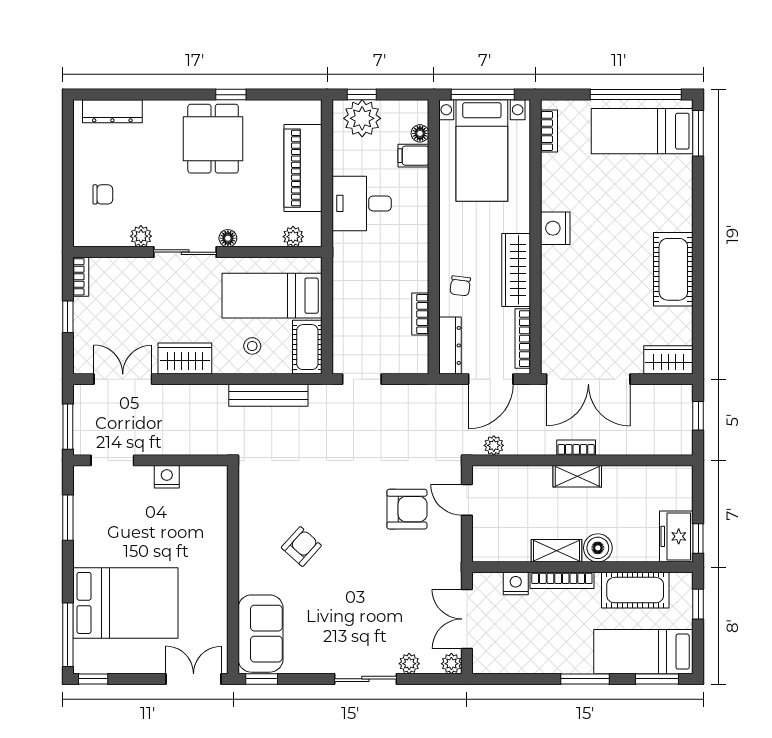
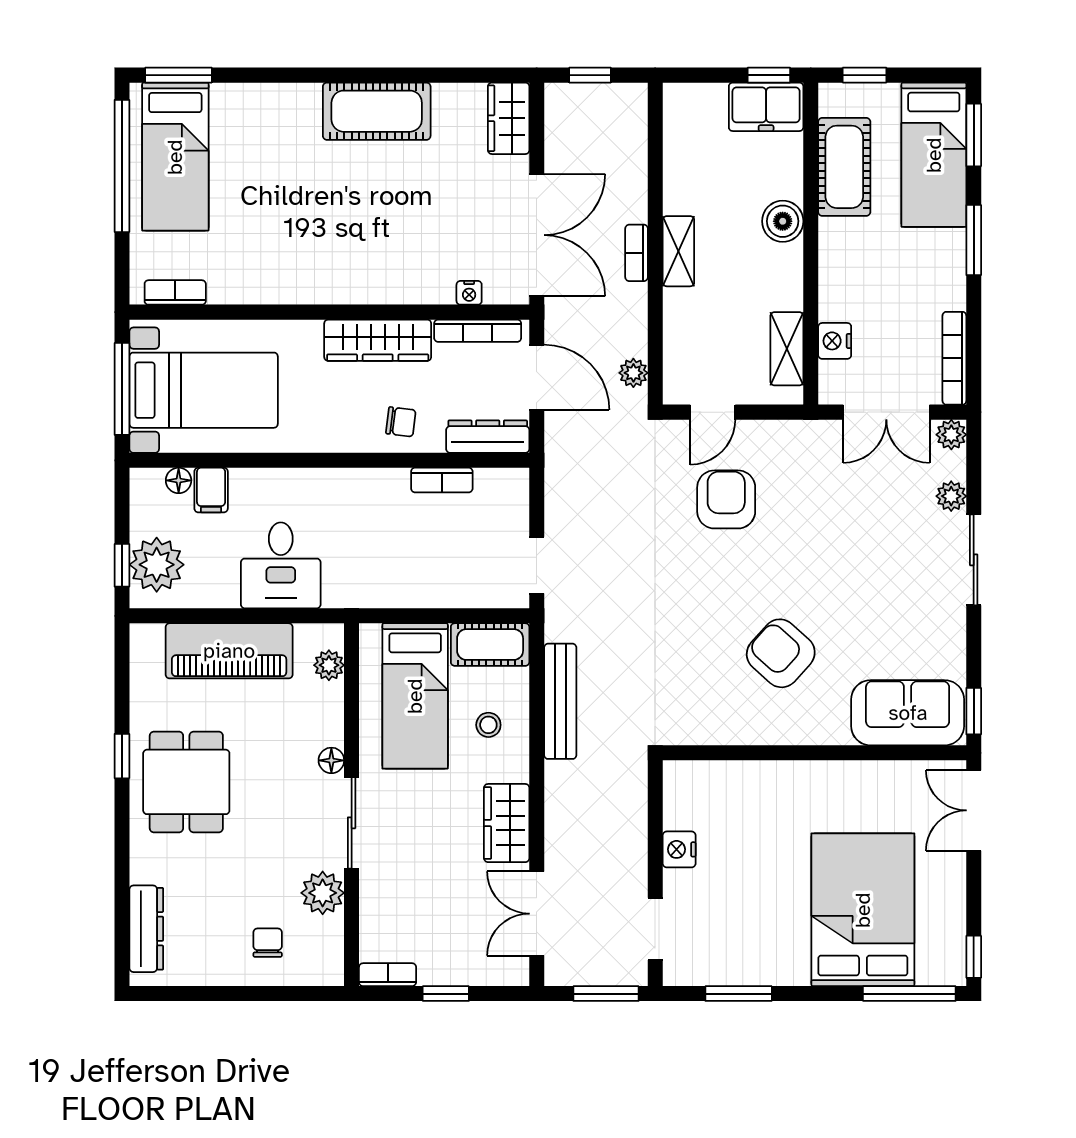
dining table: (213, 139) -> (186, 782), turned 90
nightstand: (555, 228) -> (469, 293), moved, width x0.53, depth x0.56
plant: (141, 236) -> (323, 893), width x1.38, depth x1.38
armchair: (301, 547) -> (781, 653), width x1.38, depth x1.38
shelving: (556, 551) -> (787, 349), moved
bookcase: (562, 580) -> (954, 358), moved, turned 180

